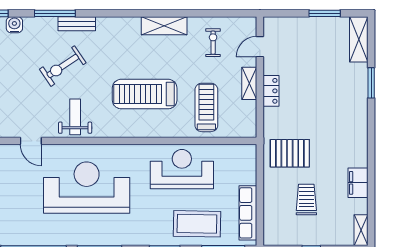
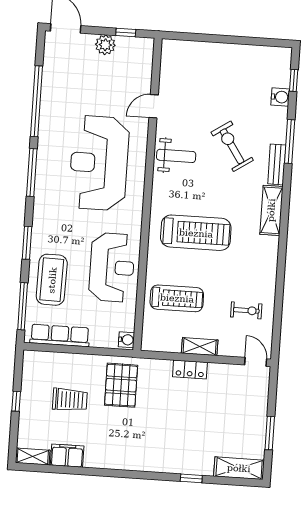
shelving: (164, 26) -> (271, 210), moved
door: (260, 47) -> (256, 362), moved
window: (371, 83) -> (191, 478), width x0.67
treadmill: (145, 94) -> (196, 233), turned 90
water cooler: (248, 151) -> (126, 340), added
filing cabinet: (358, 183) -> (67, 456), moved
reception desk: (87, 188) -> (99, 163), turned 180

